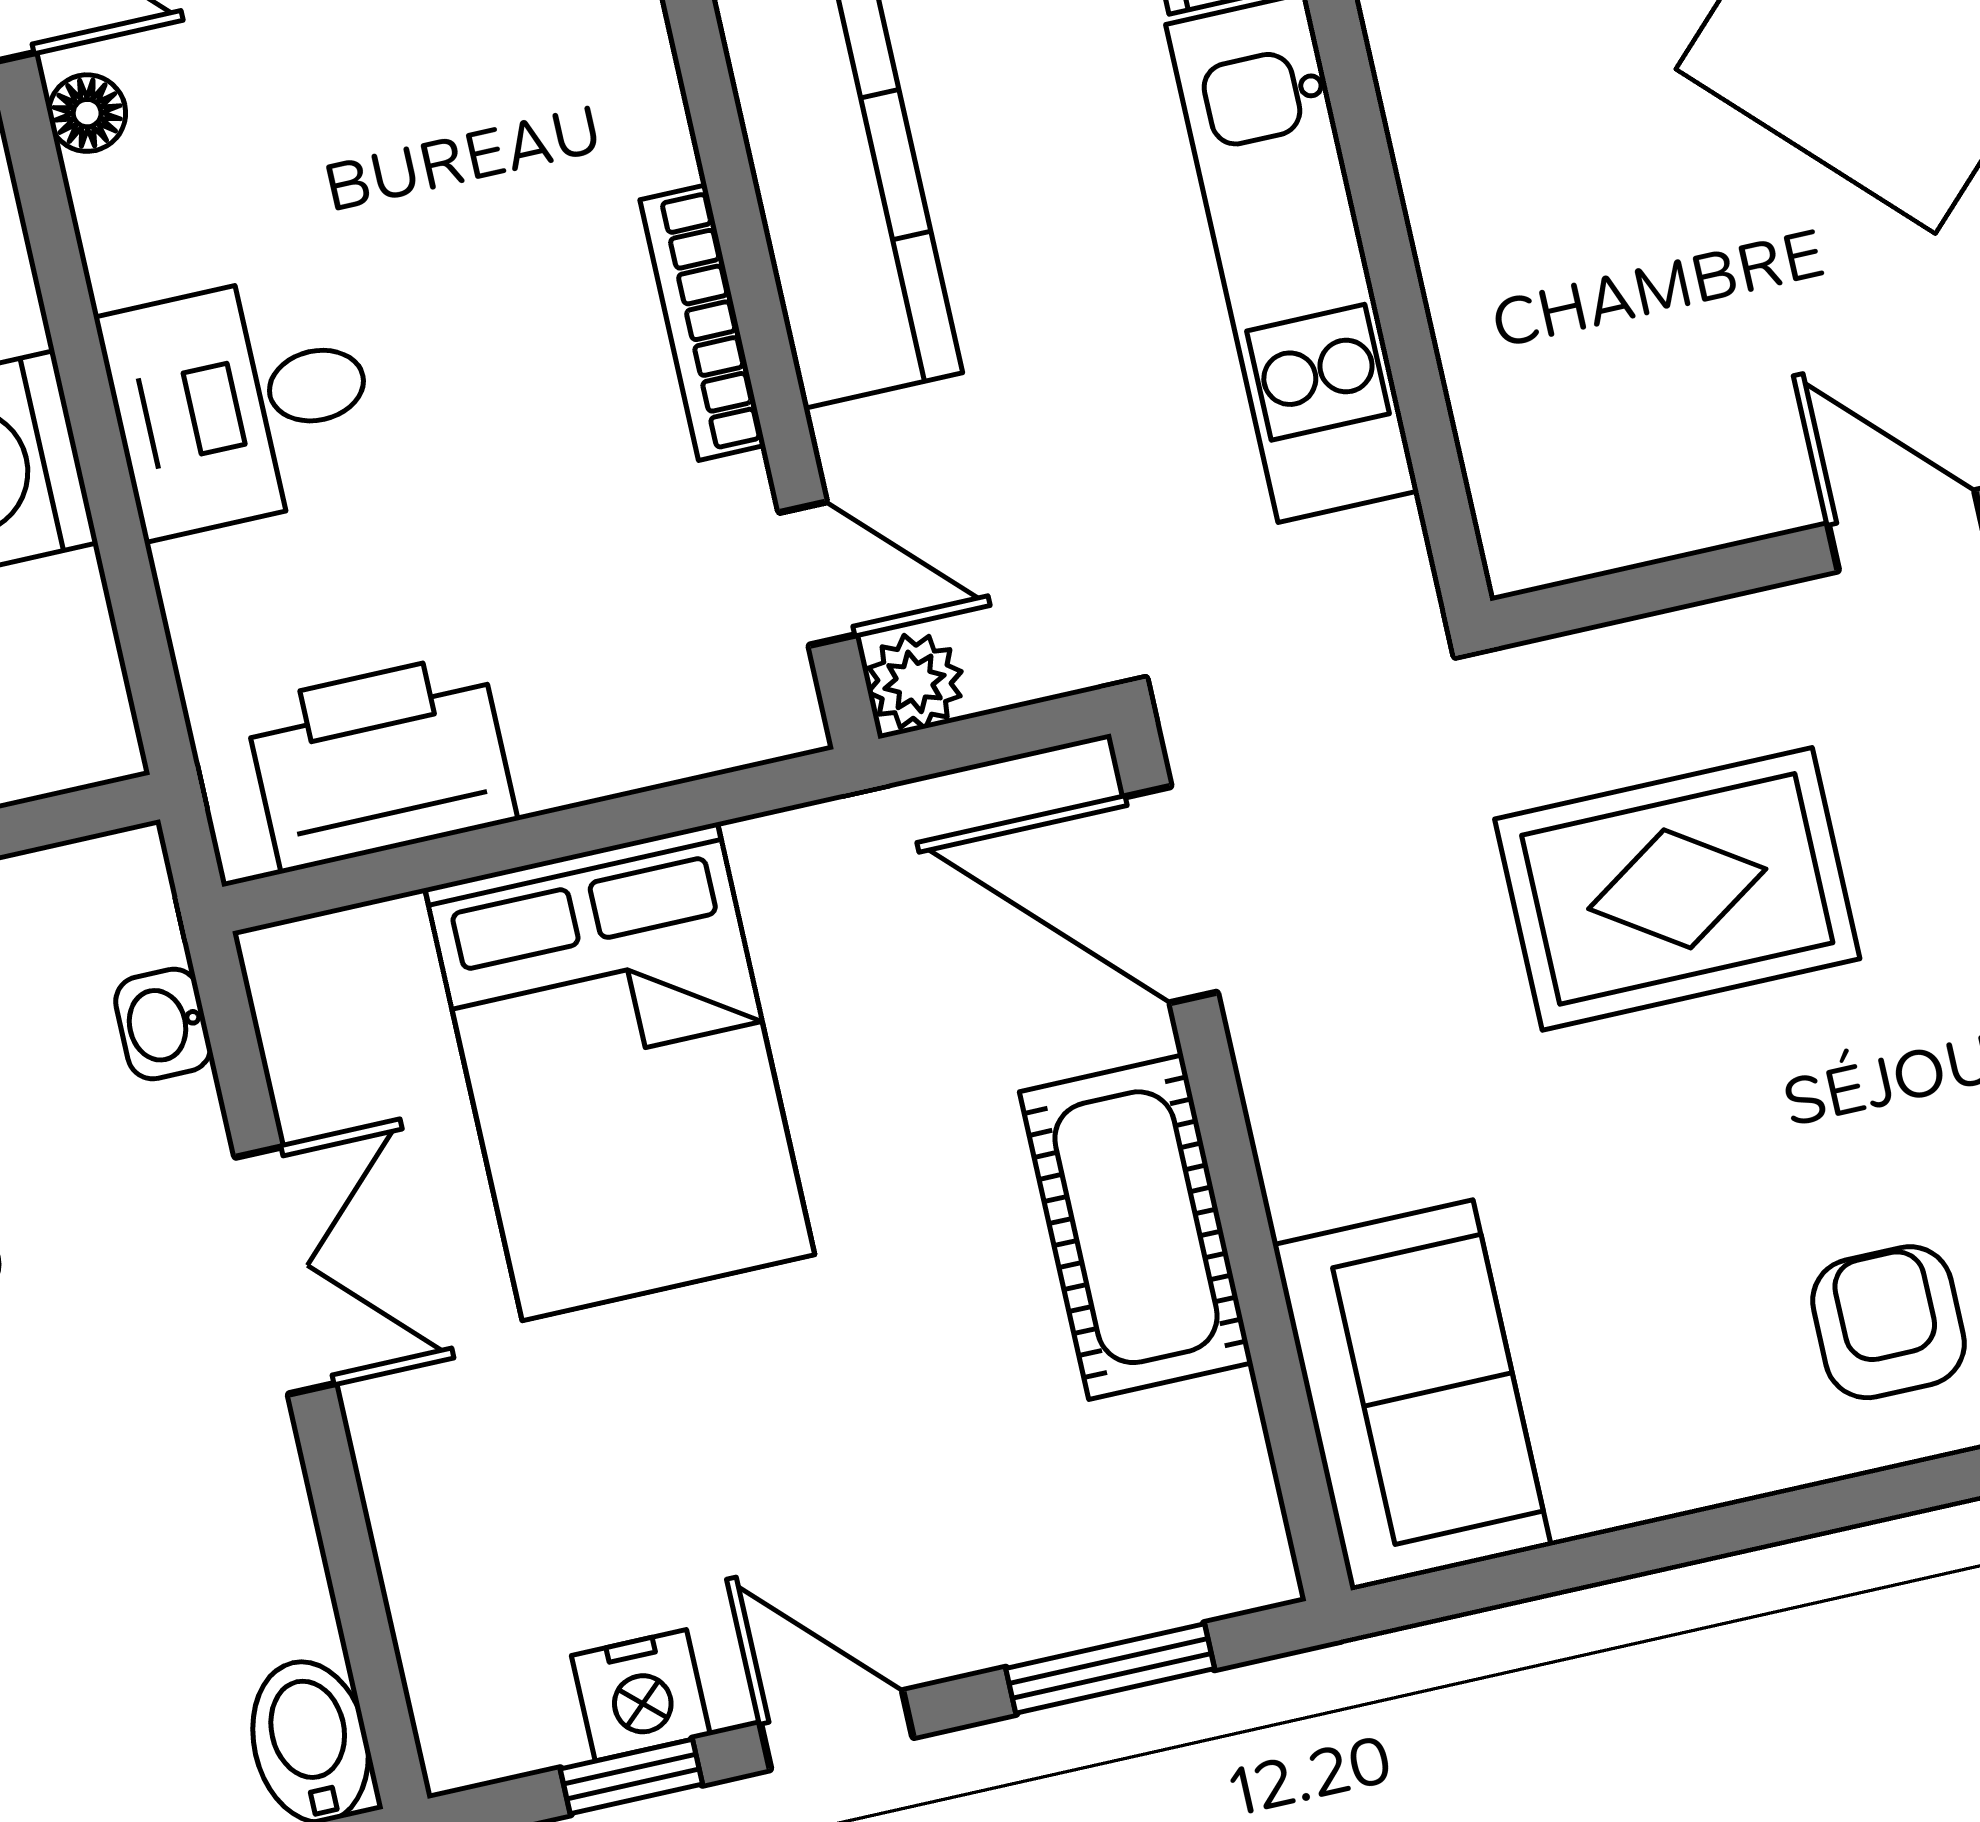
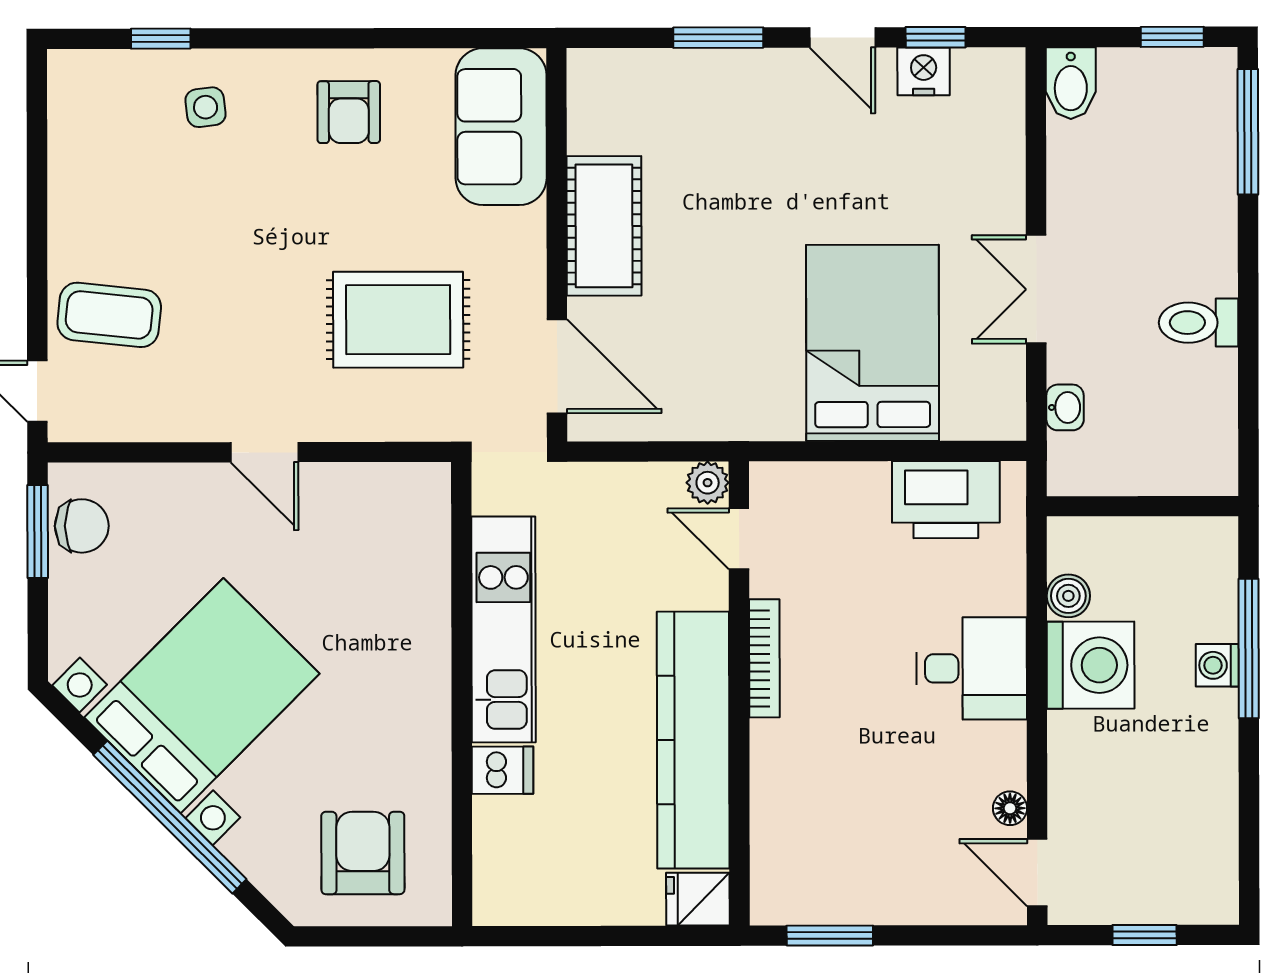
boiler: (63, 610) -> (1068, 596), added
door: (1171, 895) -> (557, 366), moved
wall: (1231, 1162) -> (557, 245), moved
cot: (1136, 1227) -> (604, 226), moved
sofa: (1412, 1395) -> (501, 127), moved

